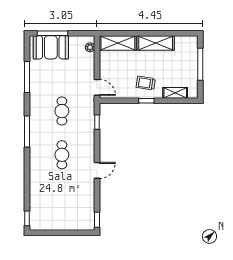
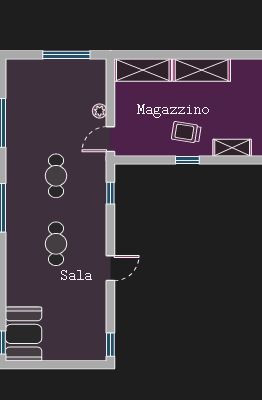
window: (53, 33) -> (66, 55), moved
booth: (51, 47) -> (23, 334), moved, turned 90
plant: (90, 47) -> (100, 111), moved
door: (97, 87) -> (110, 139), swing flipped

